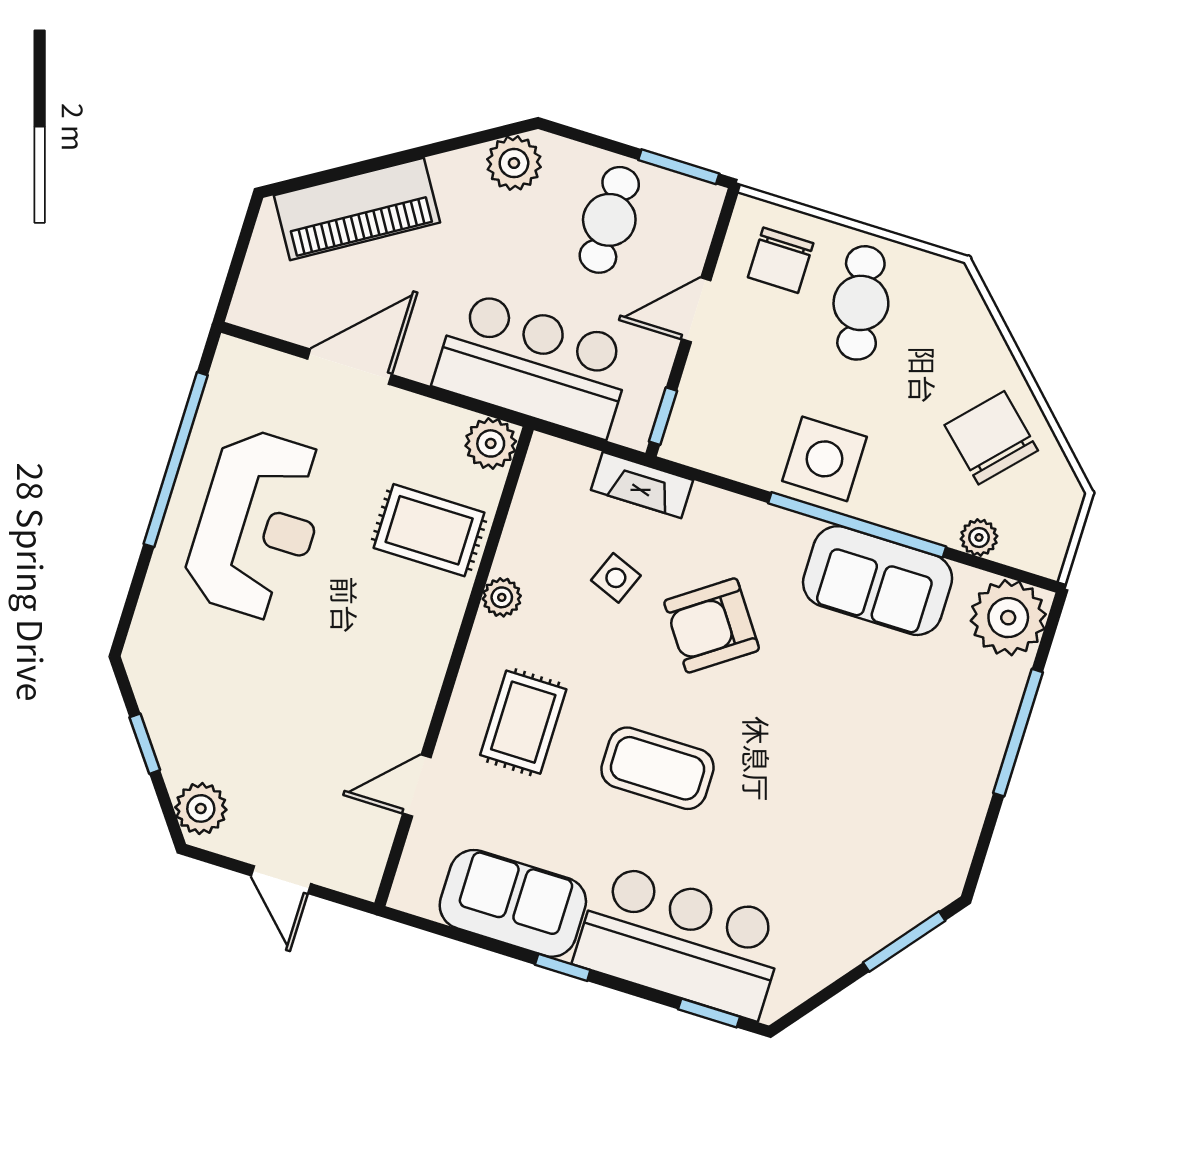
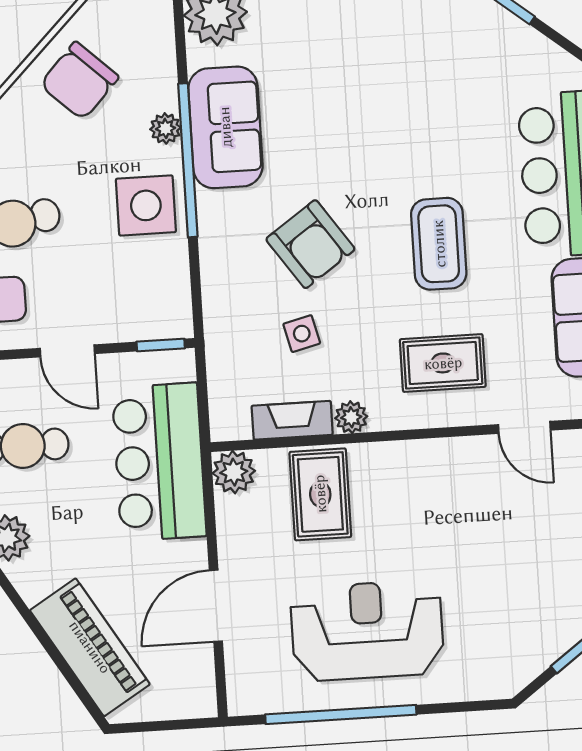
door: (350, 367) -> (216, 606), hinge flipped
fireplace: (642, 485) -> (292, 420), moved, turned -90
plant: (979, 537) -> (165, 128), moved
side table: (616, 578) -> (302, 334), turned -36

